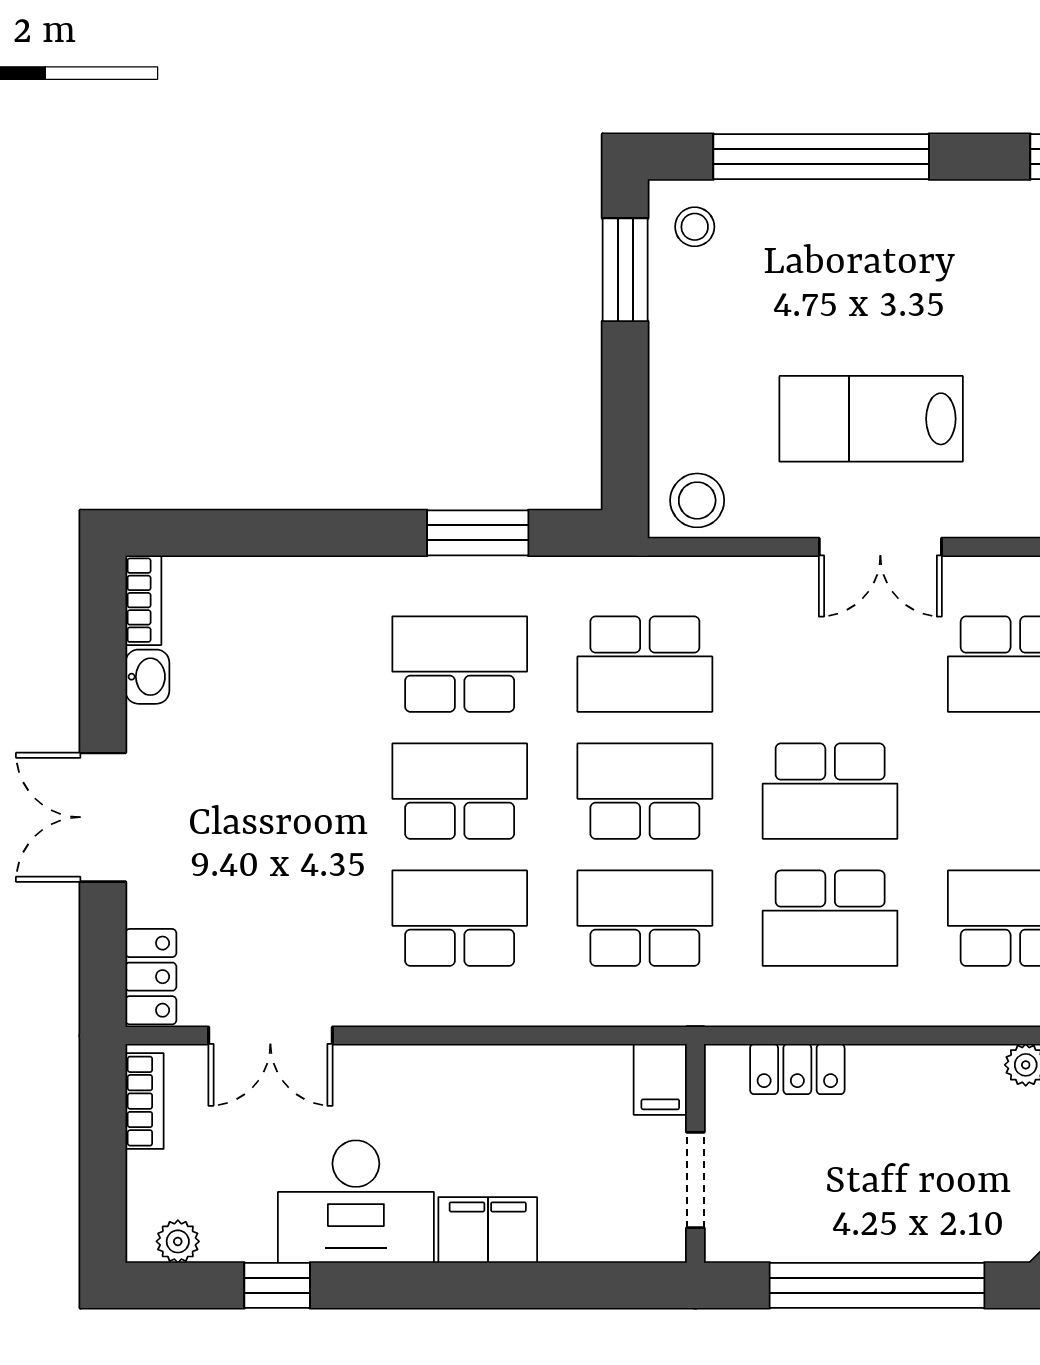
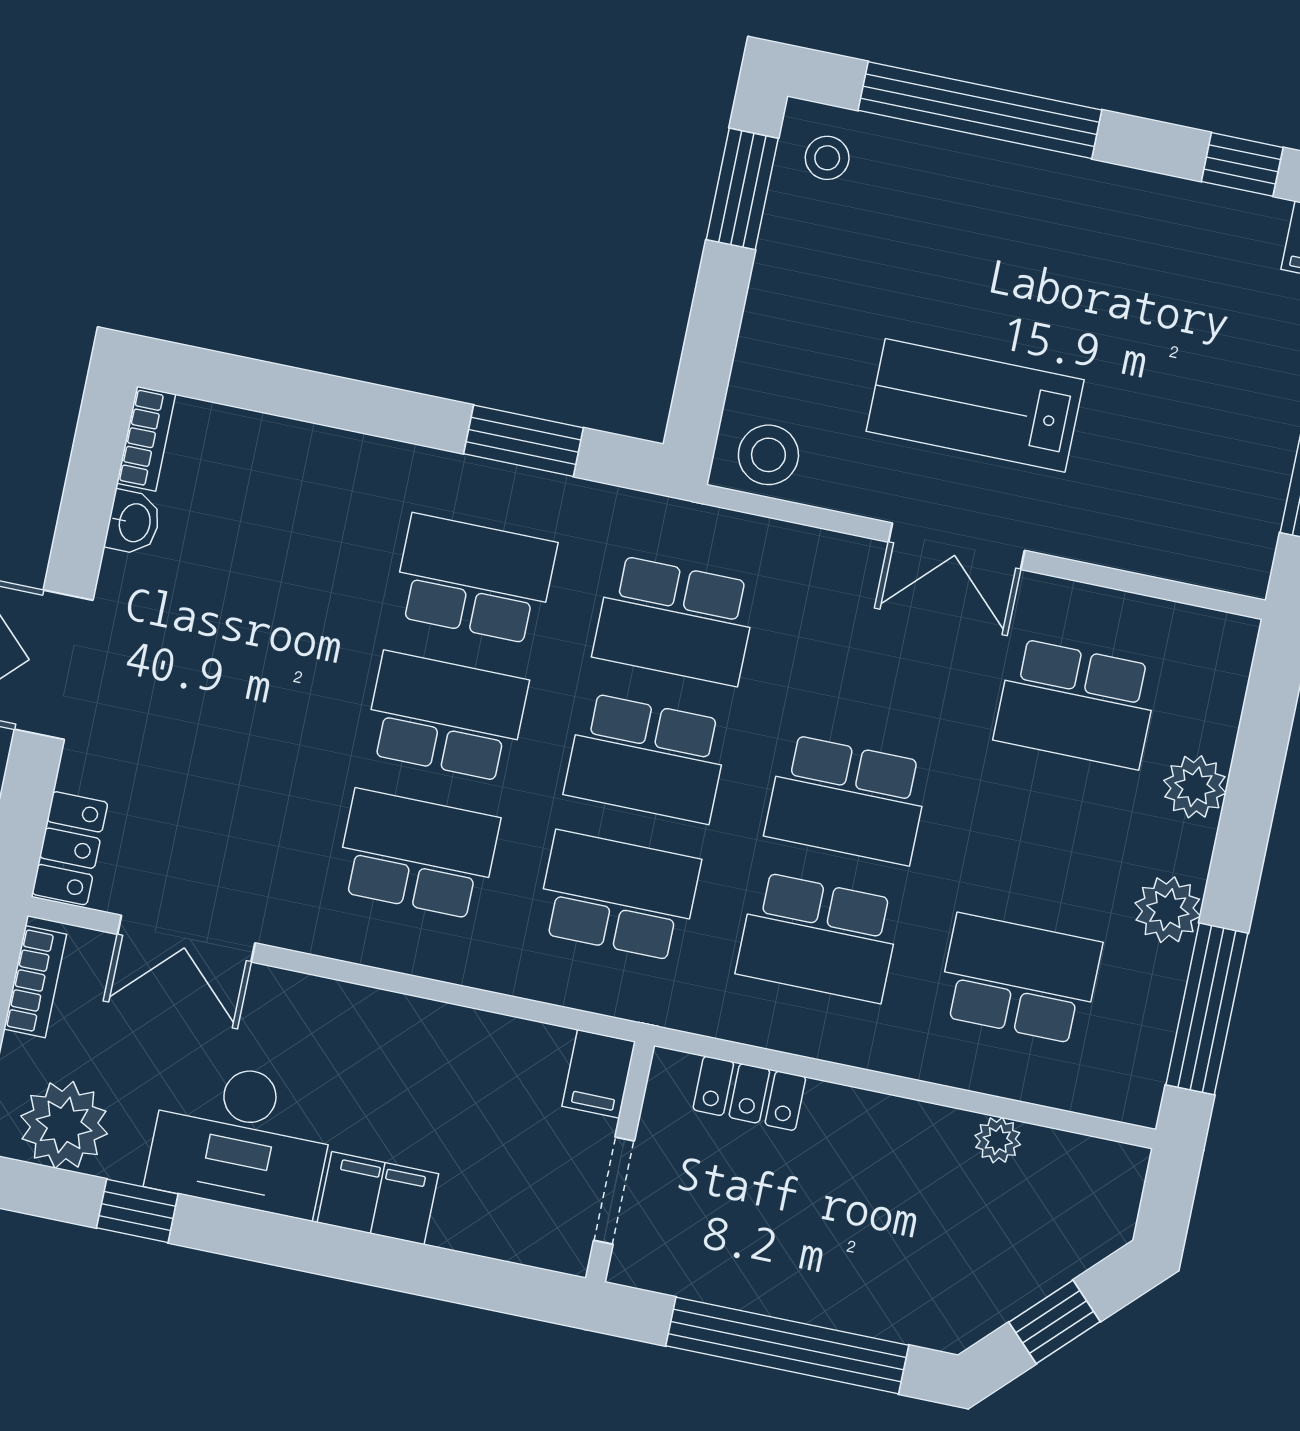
school desk: (645, 791) -> (647, 758), turned 180
plant: (178, 1241) -> (64, 1125), width x1.88, depth x1.88

